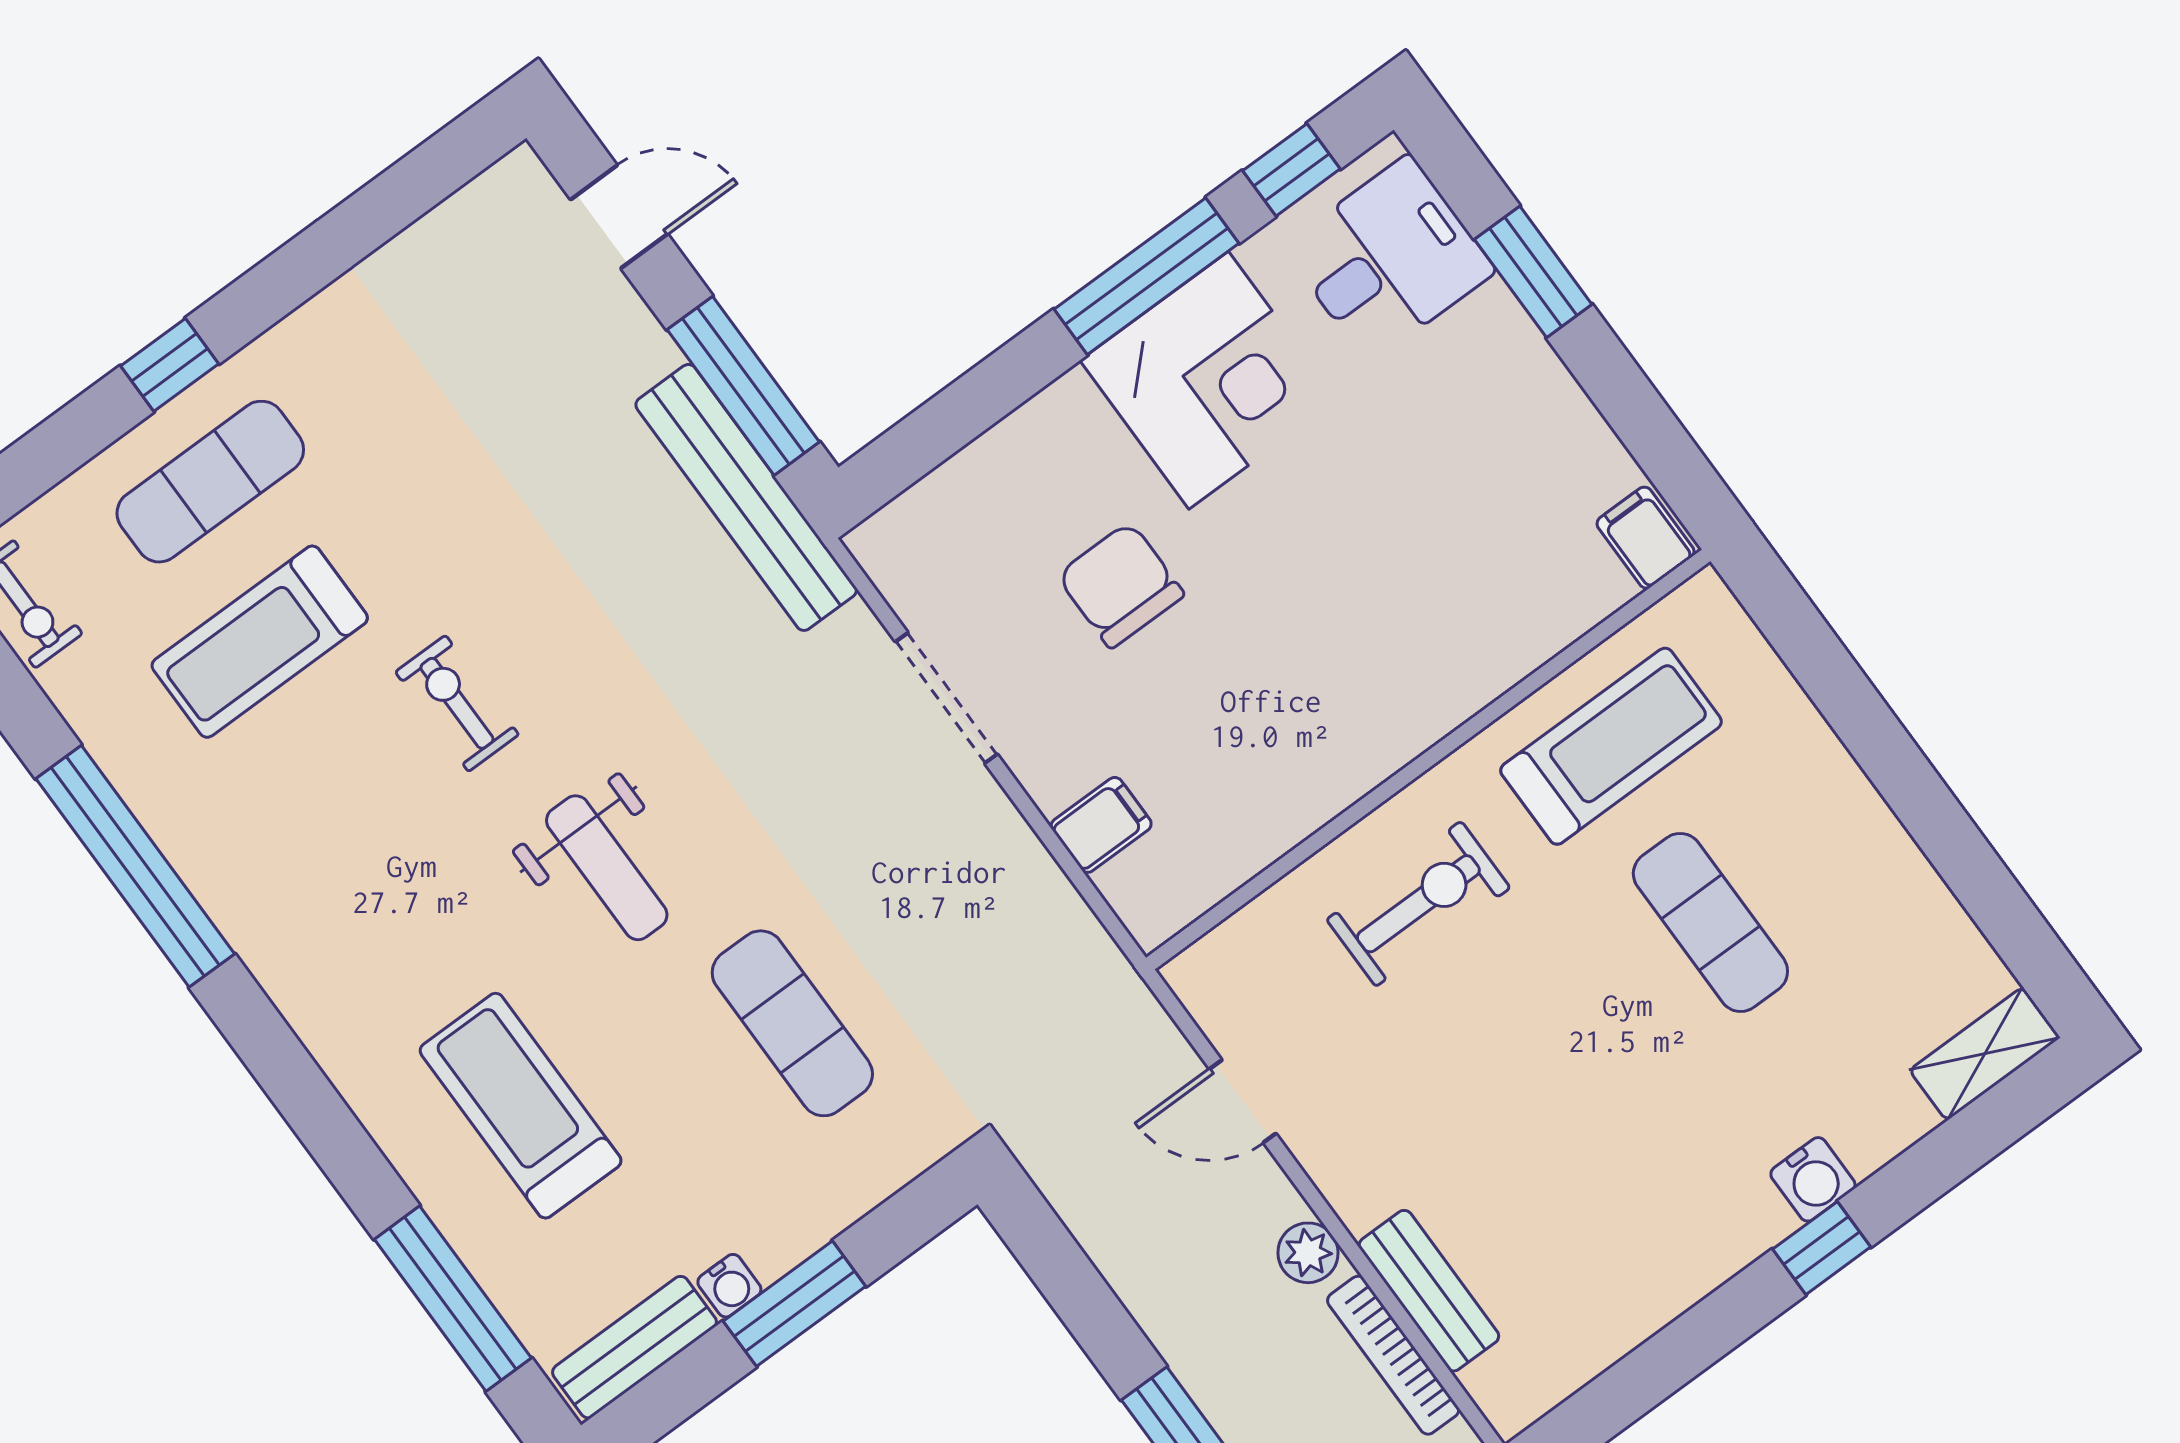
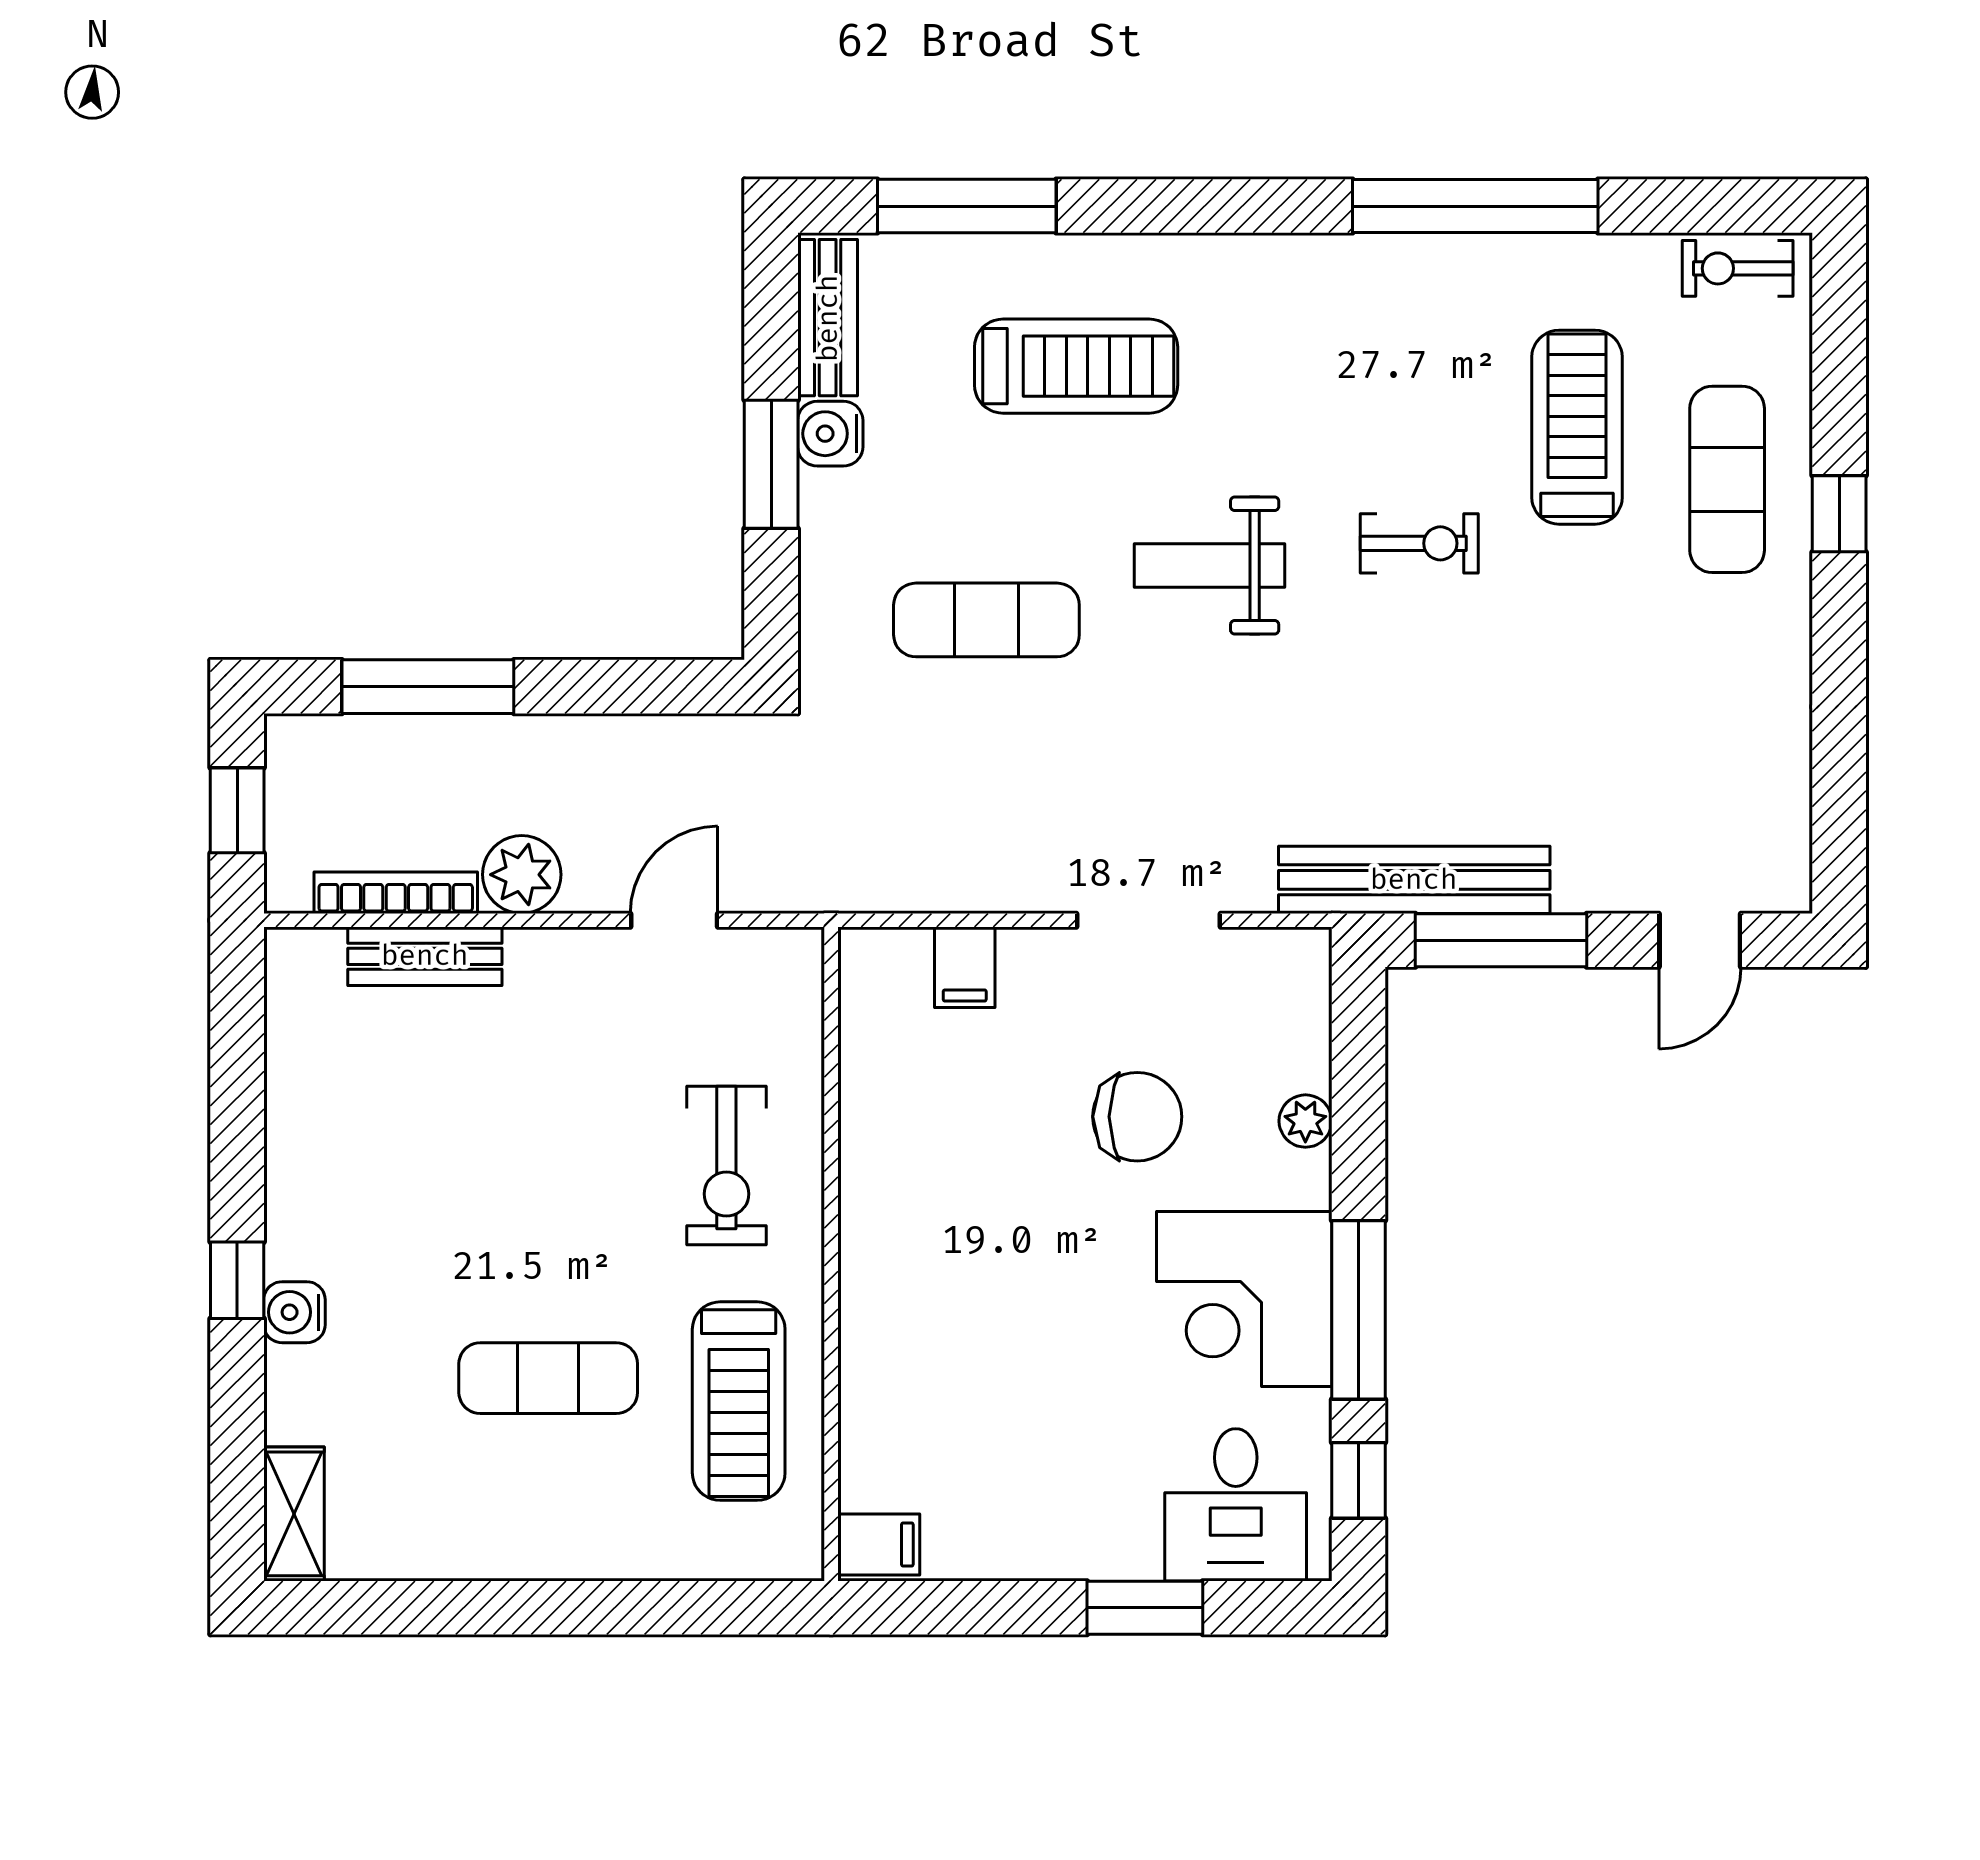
plant: (1019, 439) -> (1305, 1121), added
plant: (1308, 1253) -> (522, 875), width x1.38, depth x1.38
water cooler: (729, 1286) -> (830, 434), width x1.38, depth x1.38

